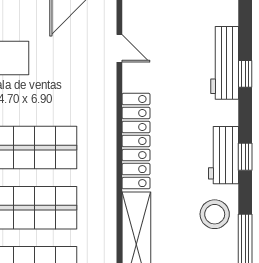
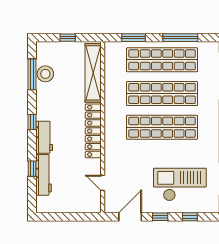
workbench: (223, 155) -> (44, 137), moved
stool: (215, 214) -> (45, 74), moved

